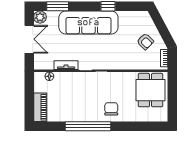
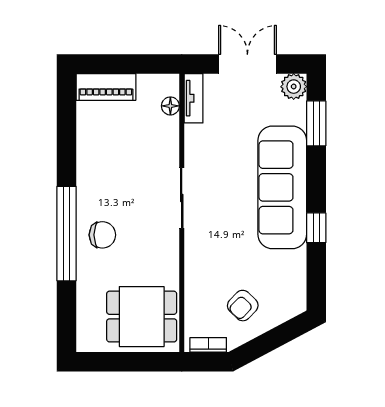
double door: (29, 39) -> (247, 64), swing flipped
tv unit: (66, 65) -> (194, 98), moved
window: (88, 126) -> (66, 234), moved

